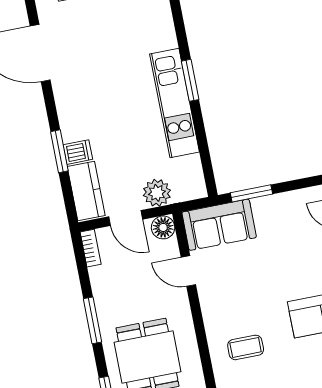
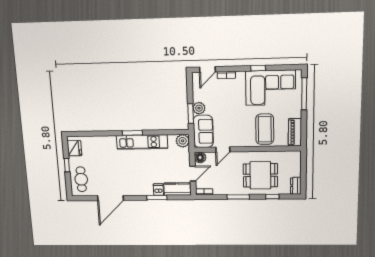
plant: (157, 193) -> (183, 141), moved
plant: (265, 208) -> (199, 108), added
coffee table: (246, 347) -> (265, 129), width x1.86, depth x1.72

